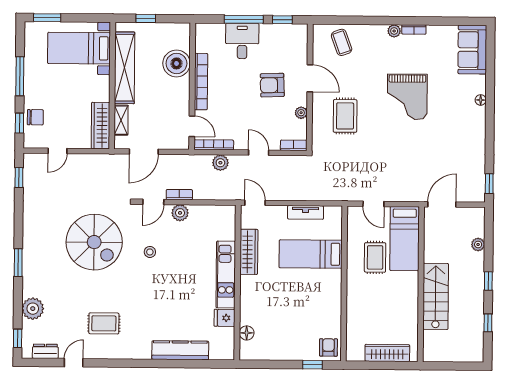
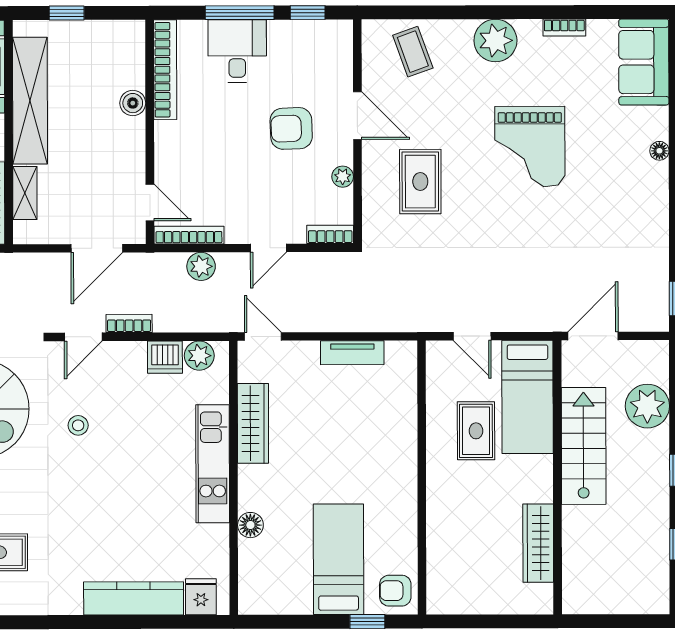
bookcase: (414, 30) -> (564, 28), moved
plant: (394, 31) -> (495, 41), width x1.88, depth x1.88
boiler: (176, 63) -> (133, 103), width x0.54, depth x0.54
bookcase: (201, 82) -> (165, 70), moved
door: (144, 152) -> (97, 248), moved
door: (259, 153) -> (268, 248), swing flipped
plant: (180, 213) -> (199, 356), moved
dishwasher: (199, 214) -> (165, 357), added
plant: (478, 244) -> (647, 406), width x1.88, depth x1.88
bed: (311, 254) -> (338, 559), moved, turned 90
stairs: (436, 296) -> (584, 446), moved
fridge: (225, 318) -> (201, 597), moved, turned 90
floor lamp: (247, 333) -> (250, 525), moved
armchair: (328, 347) -> (395, 591), turned -90
wardrobe: (387, 353) -> (538, 543), moved, turned -90

